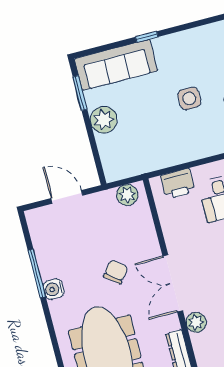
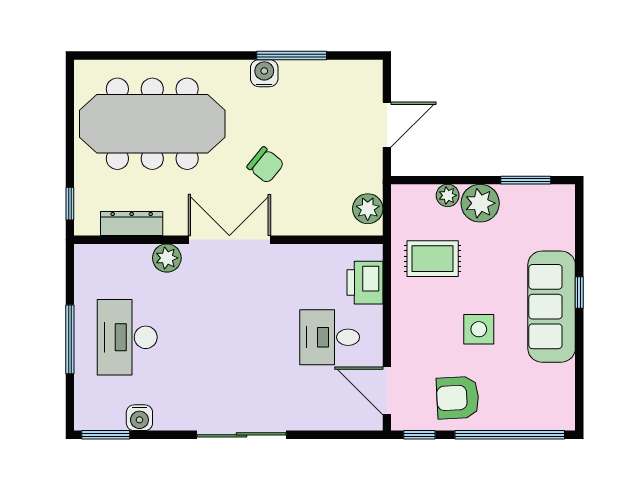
sofa: (116, 65) -> (552, 307), moved
rug: (150, 142) -> (433, 259), added
plant: (104, 143) -> (448, 195), added

